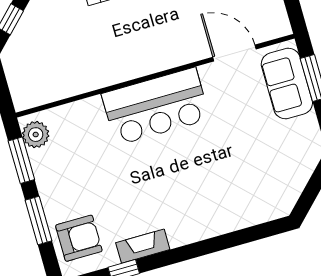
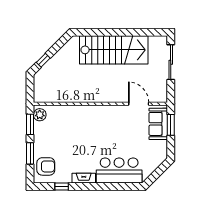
bar counter: (156, 106) -> (119, 170), moved, turned 180
fireplace: (143, 246) -> (84, 178), moved

